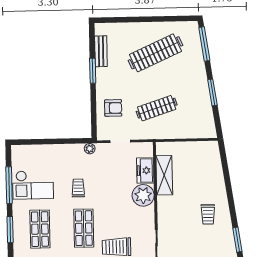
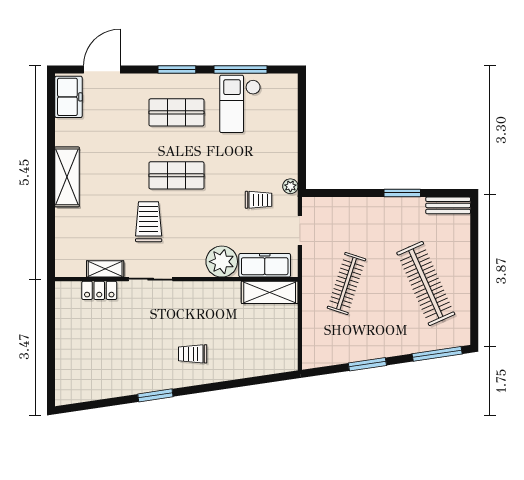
bench: (101, 51) -> (448, 205), moved
armchair: (113, 108) -> (348, 221), removed
clothes rail: (157, 108) -> (346, 284), turned 36
freezer: (145, 171) -> (265, 265), width x1.40
shelving: (164, 175) -> (270, 292), moved
trolley: (78, 188) -> (259, 200), moved

